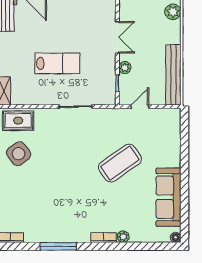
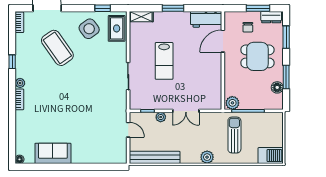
coffee table: (120, 163) -> (57, 48), moved
sofa: (168, 197) -> (53, 153), width x0.73
plant: (123, 237) -> (20, 83), moved
window: (58, 246) -> (12, 62), width x0.46

